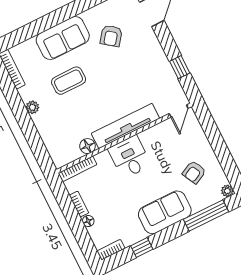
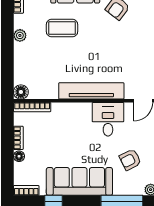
floor lamp: (87, 146) -> (21, 92), moved
desk: (130, 157) -> (108, 119), moved
sofa: (165, 212) -> (79, 181), width x1.36

